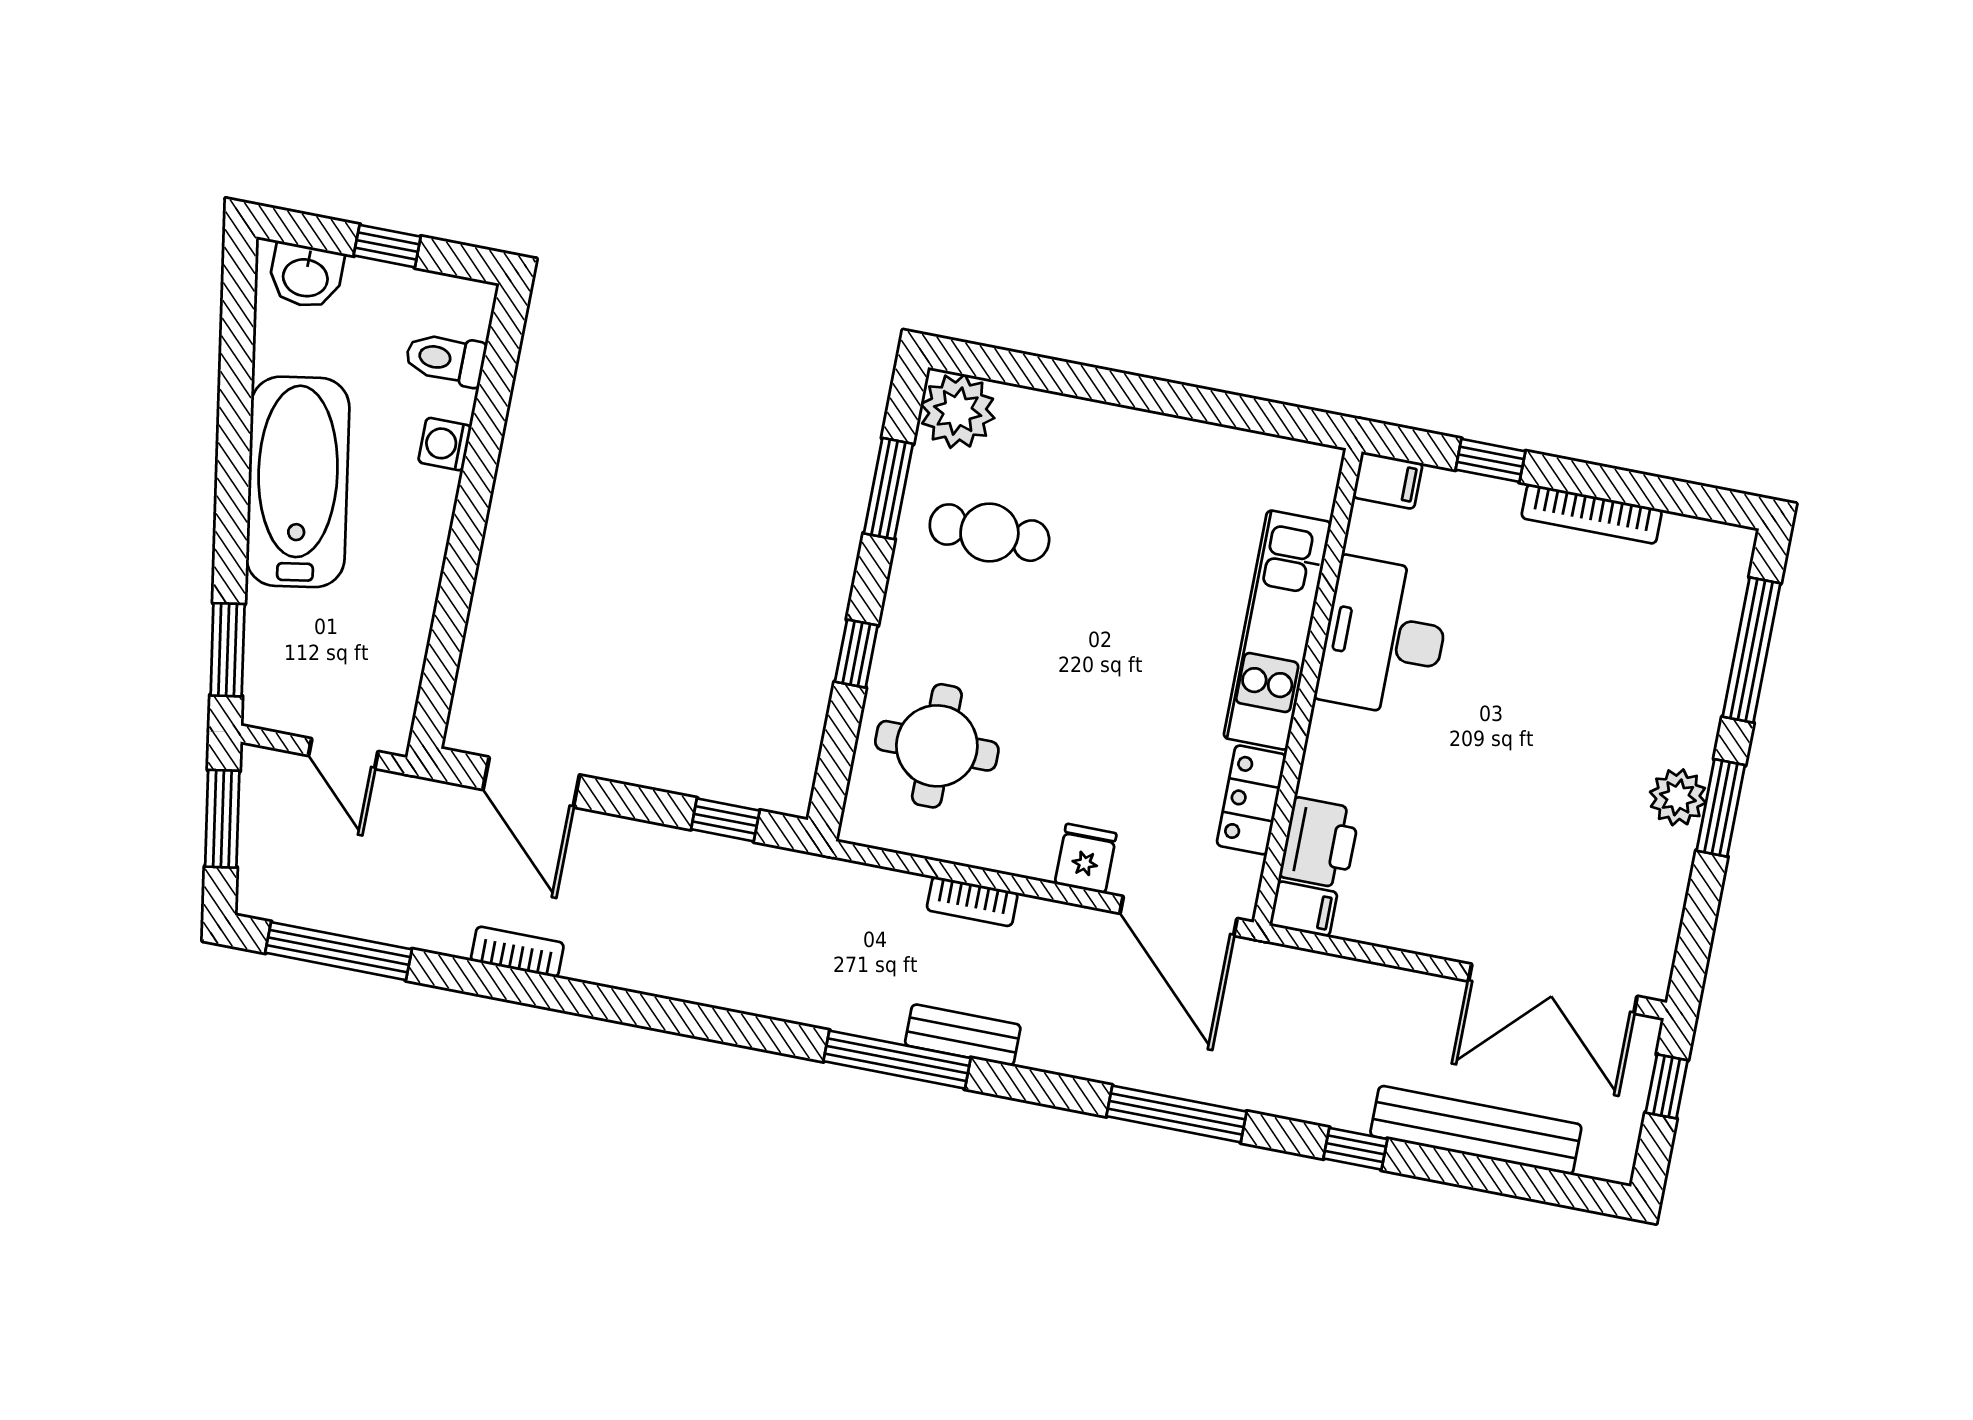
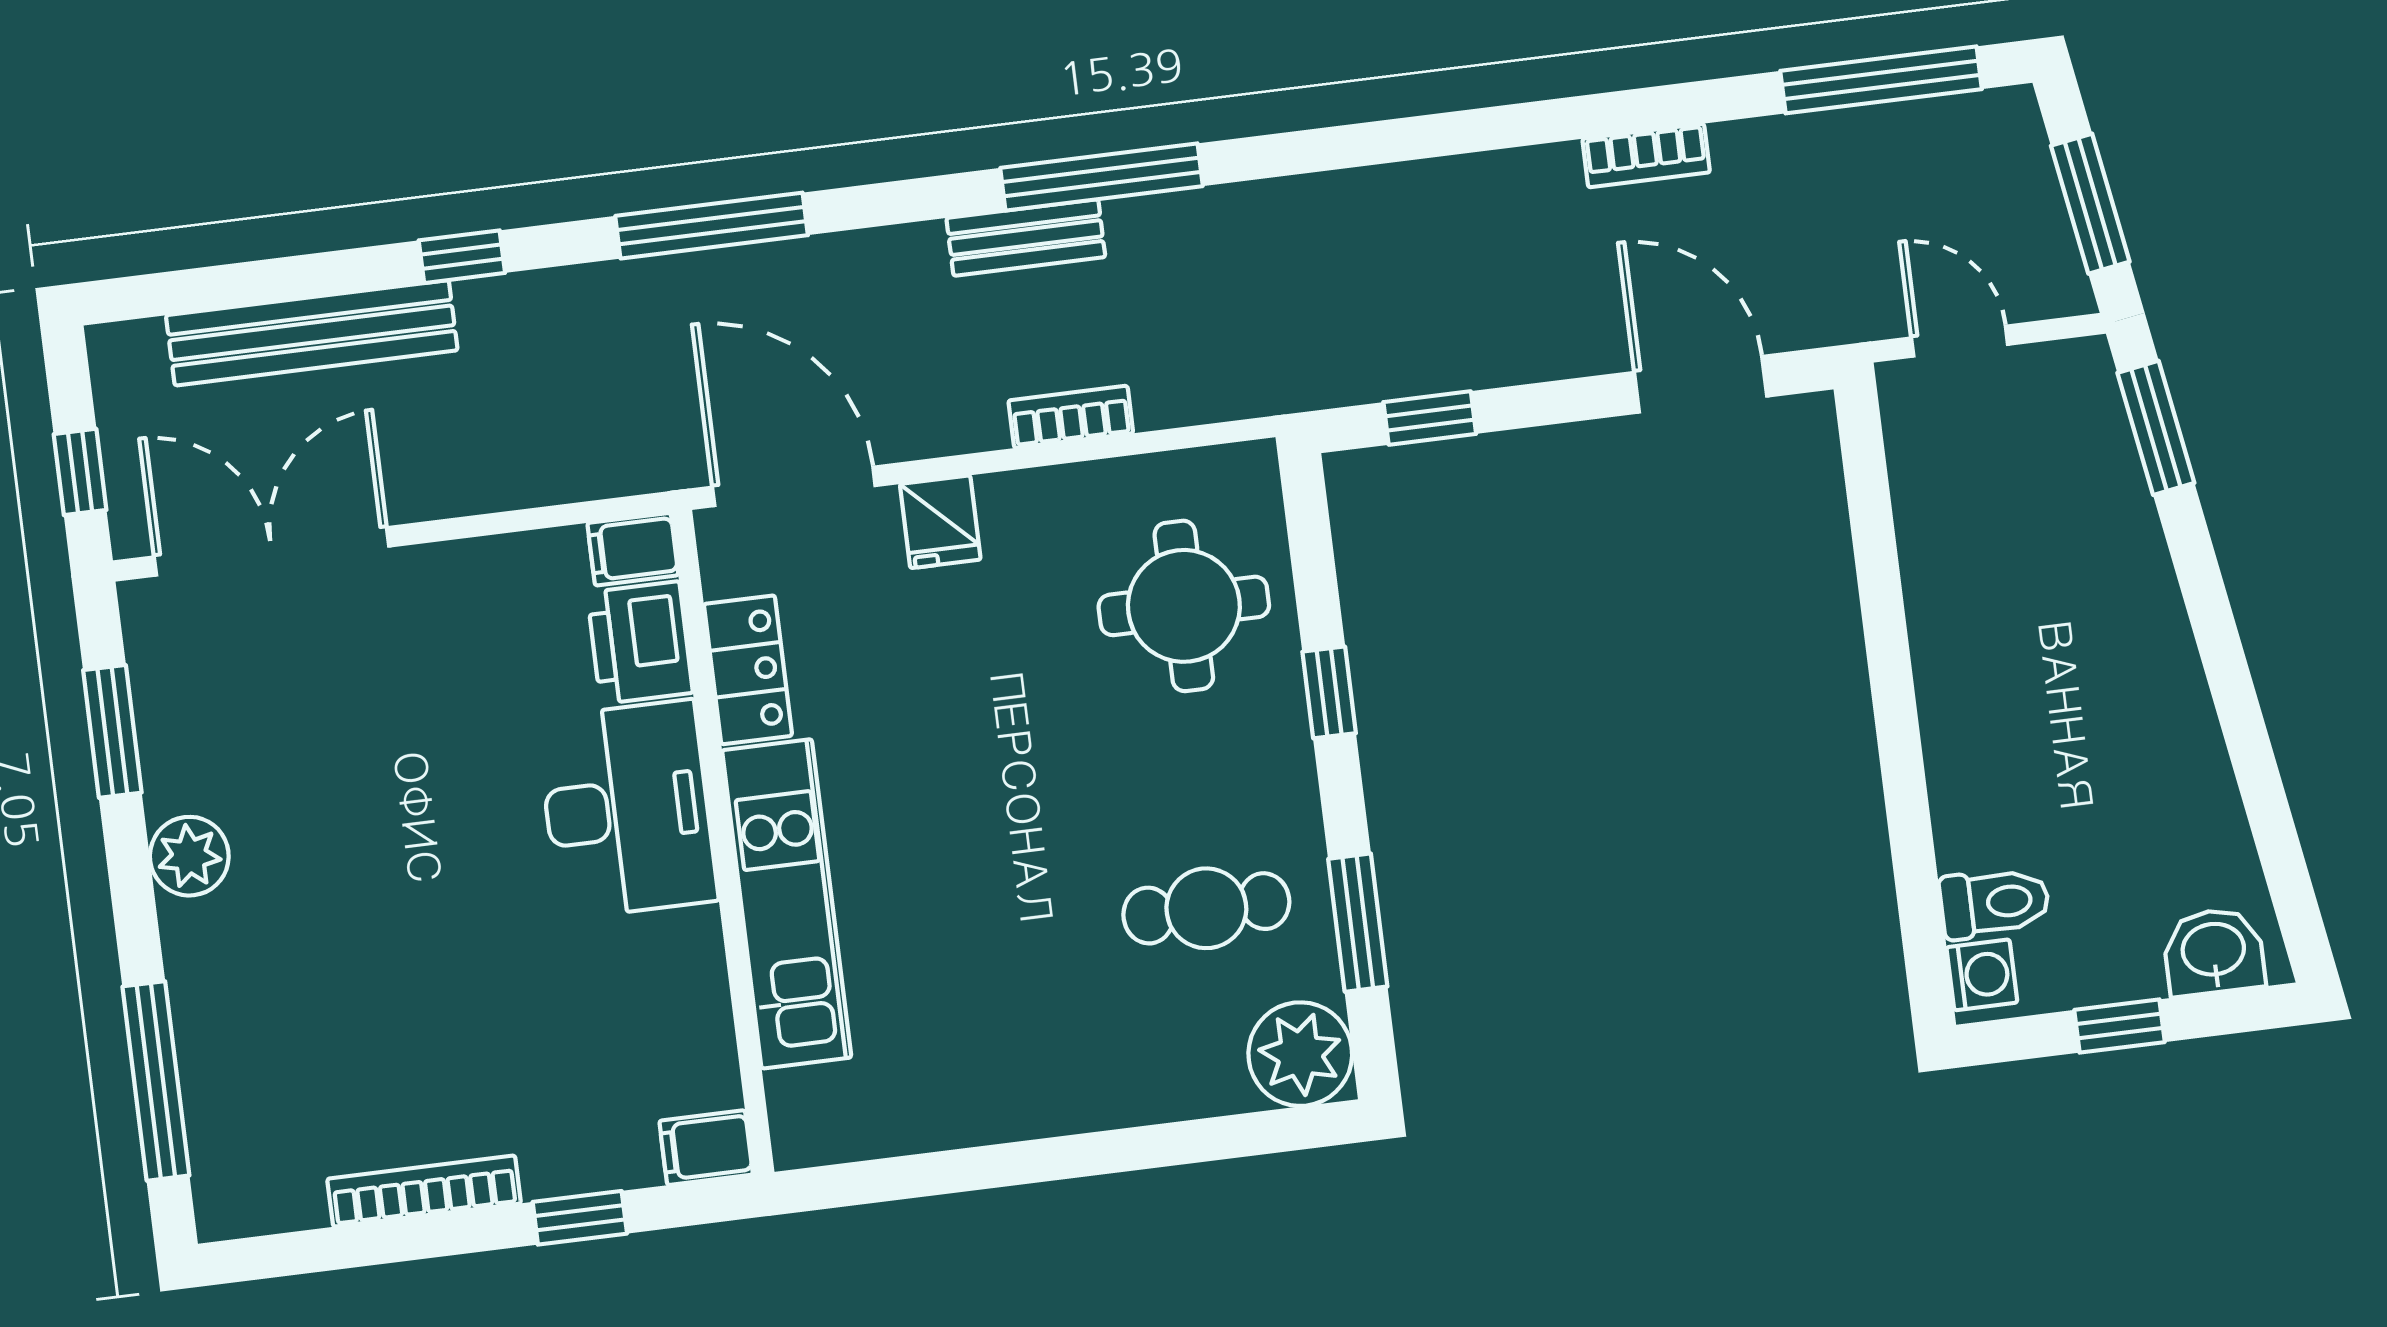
washing machine: (445, 444) -> (1982, 975), moved
bathtub: (298, 482) -> (2136, 678), removed
desk: (1384, 637) -> (627, 809), moved
window: (1721, 808) -> (112, 731), moved

